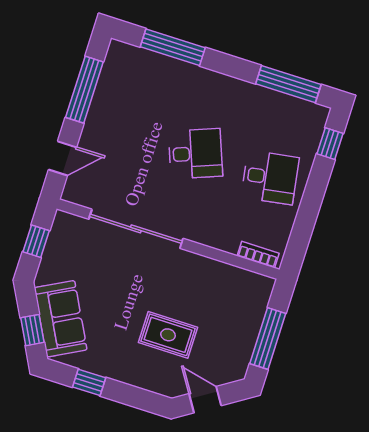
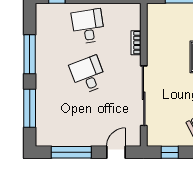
window: (288, 84) -> (30, 54), moved
door: (63, 158) -> (116, 152), hinge flipped
bookcase: (258, 255) -> (136, 43), moved

